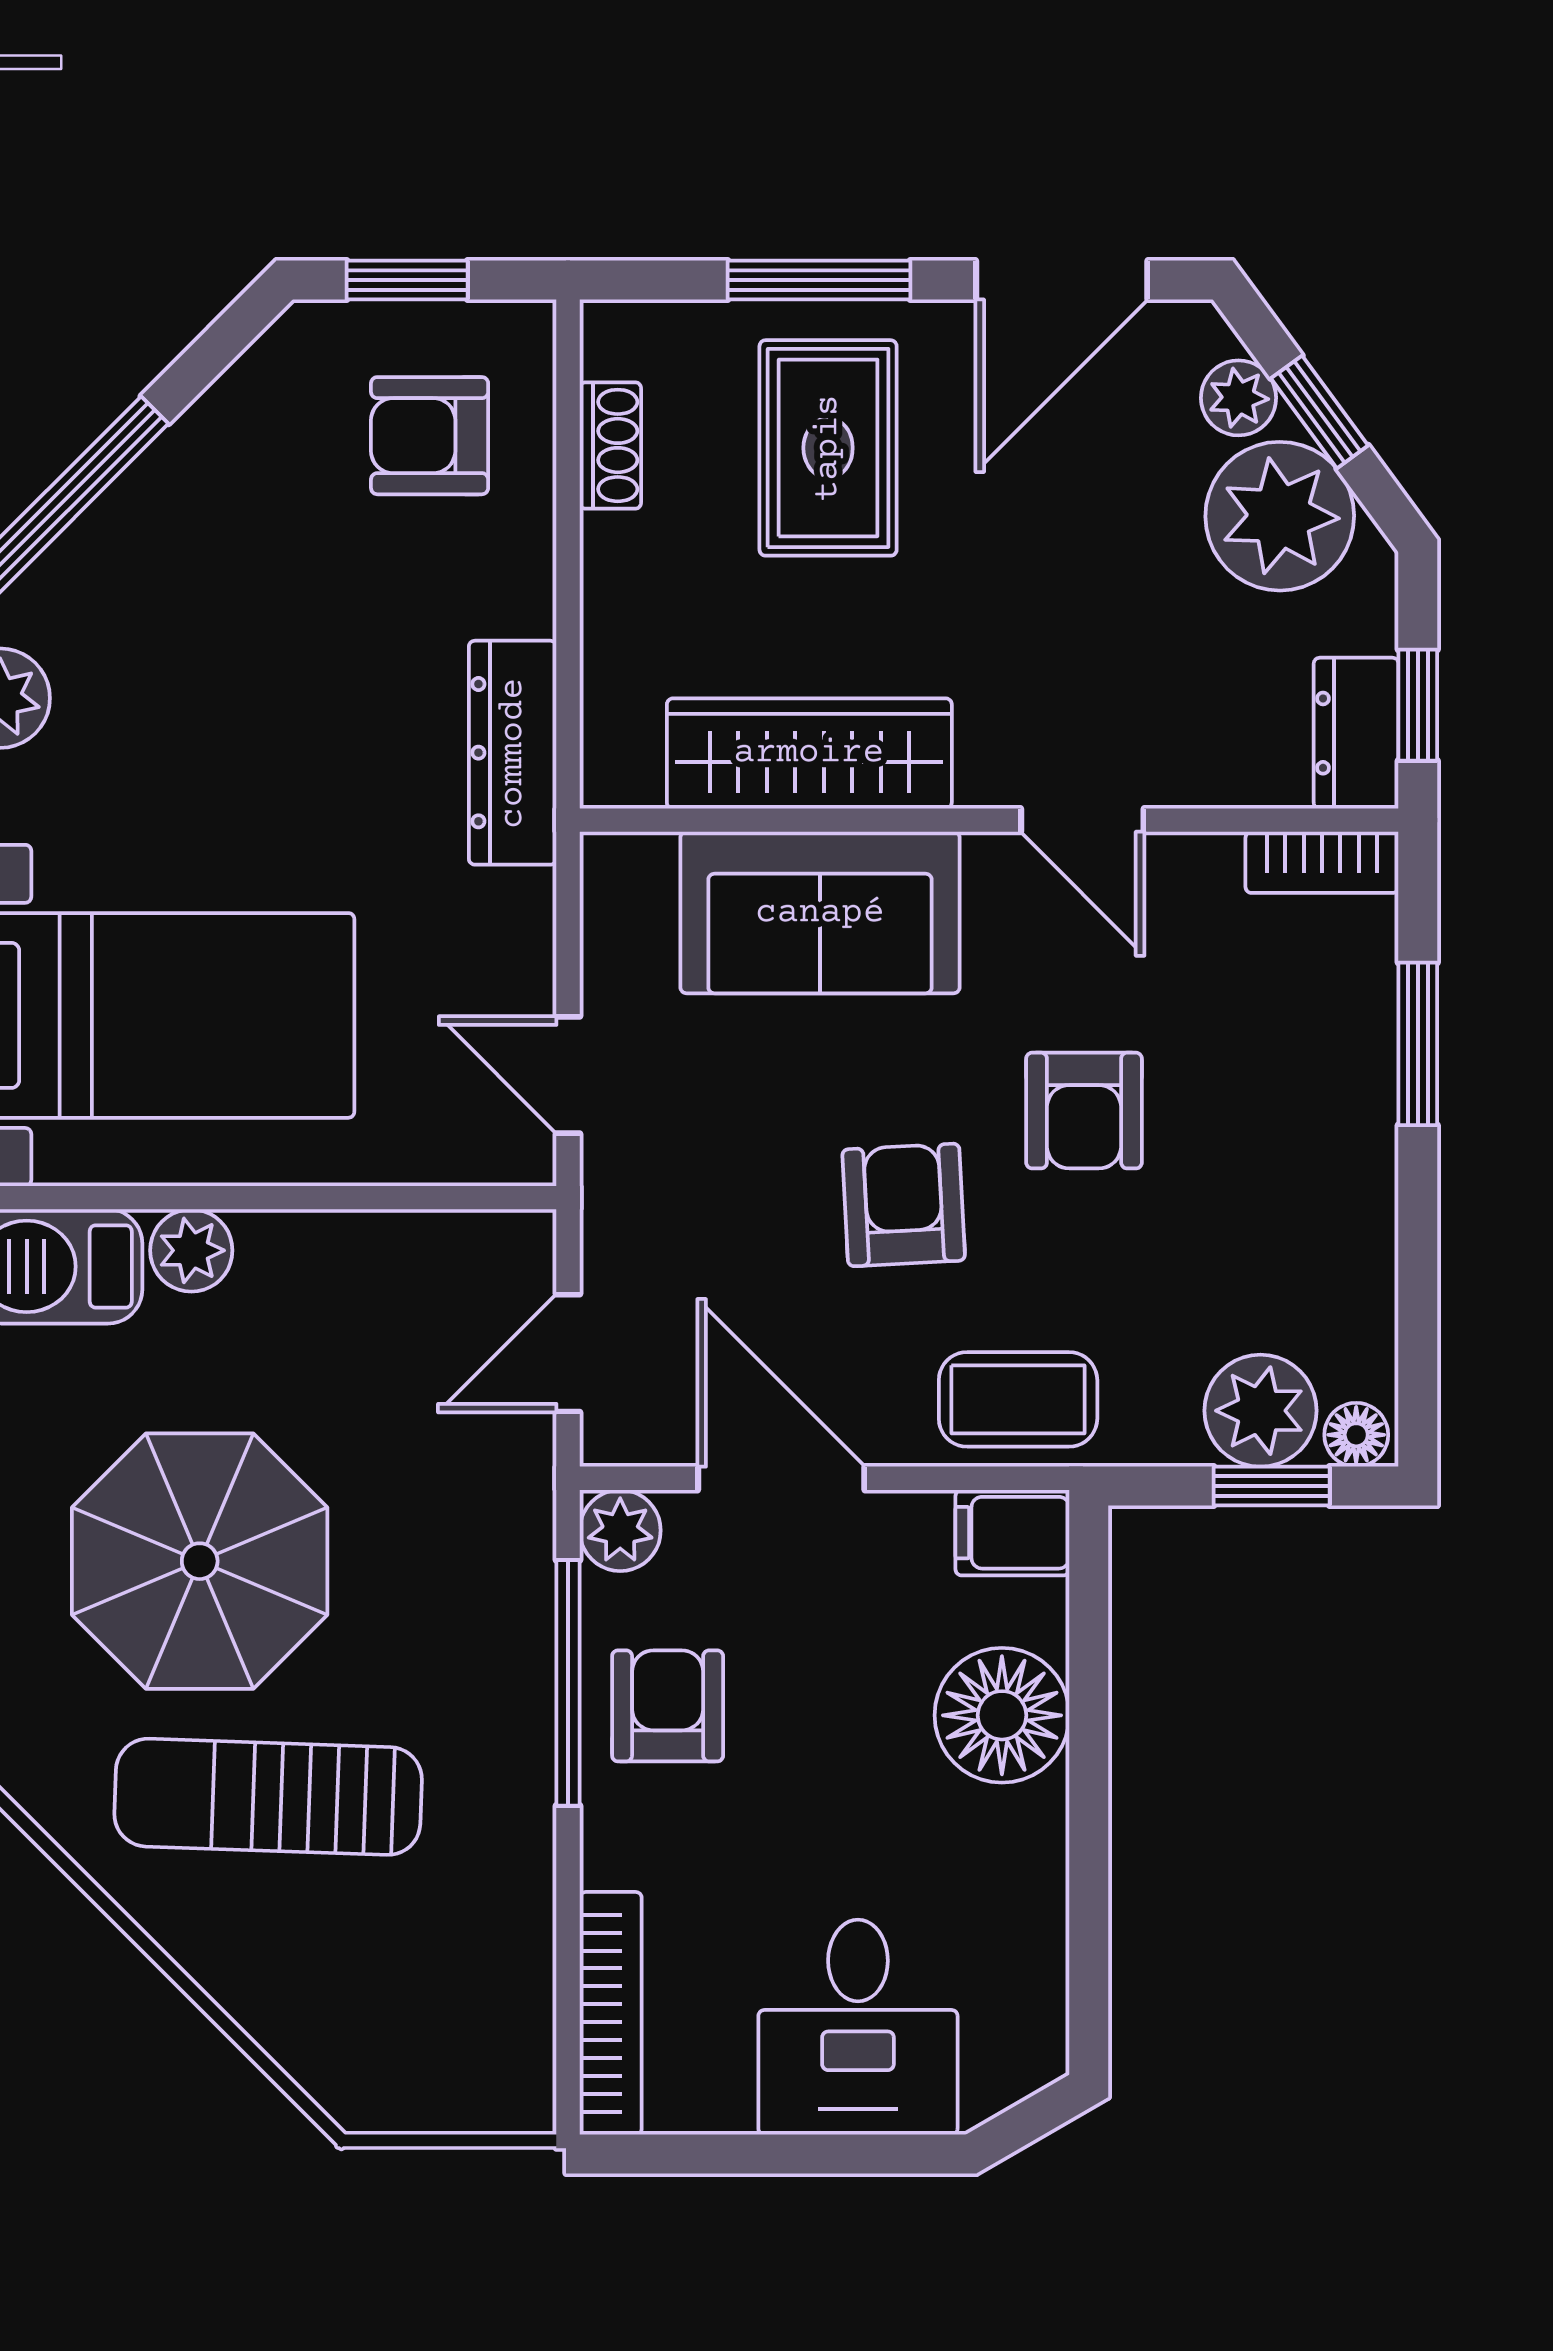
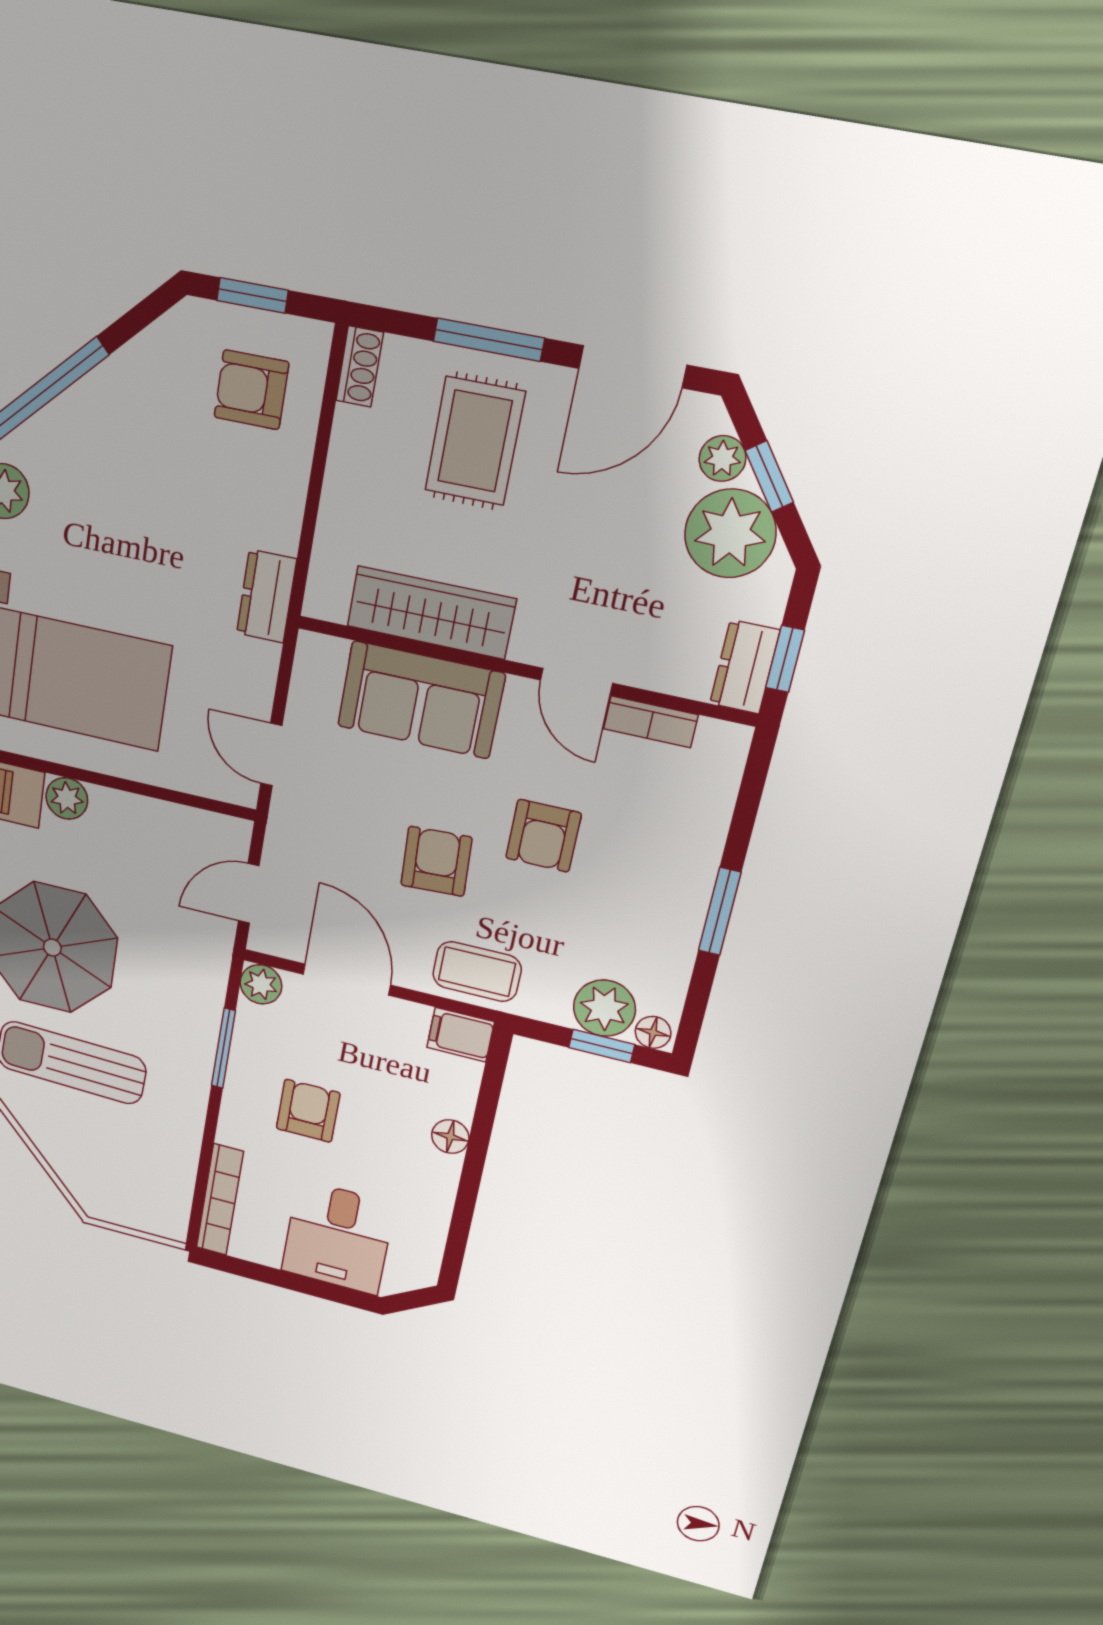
shoe rack: (610, 445) -> (360, 367), moved
dresser: (513, 753) -> (266, 596), width x0.70
bookcase: (1322, 862) -> (651, 722), moved
window: (1418, 1044) -> (720, 912), moved
window: (568, 1683) -> (223, 1048), width x0.69
armchair: (668, 1706) -> (308, 1111), moved
floor lamp: (1002, 1715) -> (450, 1137), width x0.53, depth x0.53

